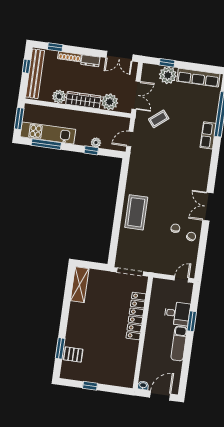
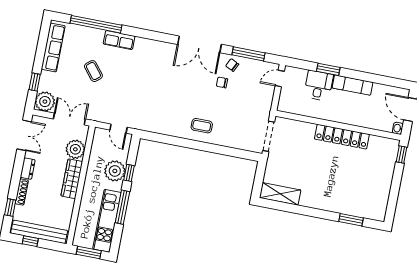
plant: (168, 75) -> (45, 102), moved
plant: (59, 96) -> (66, 206), removed
coffee table: (159, 119) -> (93, 71), moved
plant: (96, 143) -> (115, 171), width x1.88, depth x1.88
window: (46, 144) -> (122, 207), moved
double door: (208, 207) -> (200, 44), width x1.37
coffee table: (136, 212) -> (202, 126), width x0.54, depth x0.58
window: (202, 250) -> (249, 54), added
door: (181, 279) -> (280, 79), hinge flipped
locker: (136, 316) -> (342, 137), moved
pallet: (73, 355) -> (359, 205), removed
window: (90, 386) -> (402, 155), moved

